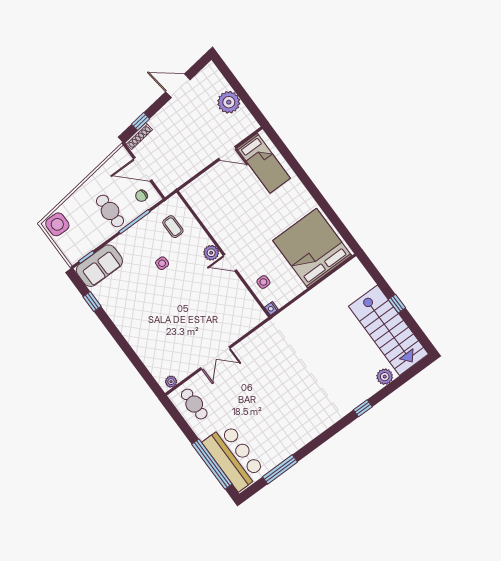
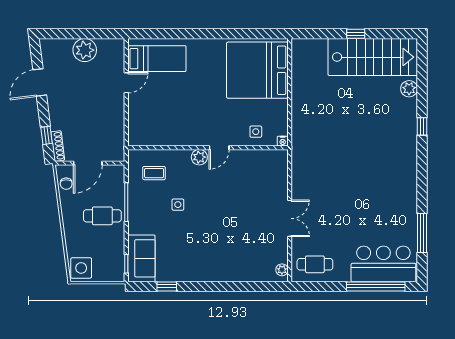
chair: (141, 196) -> (66, 184), moved

